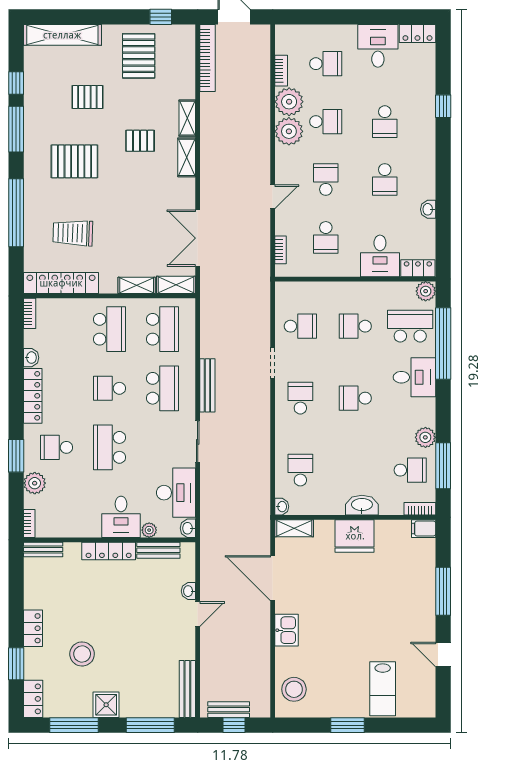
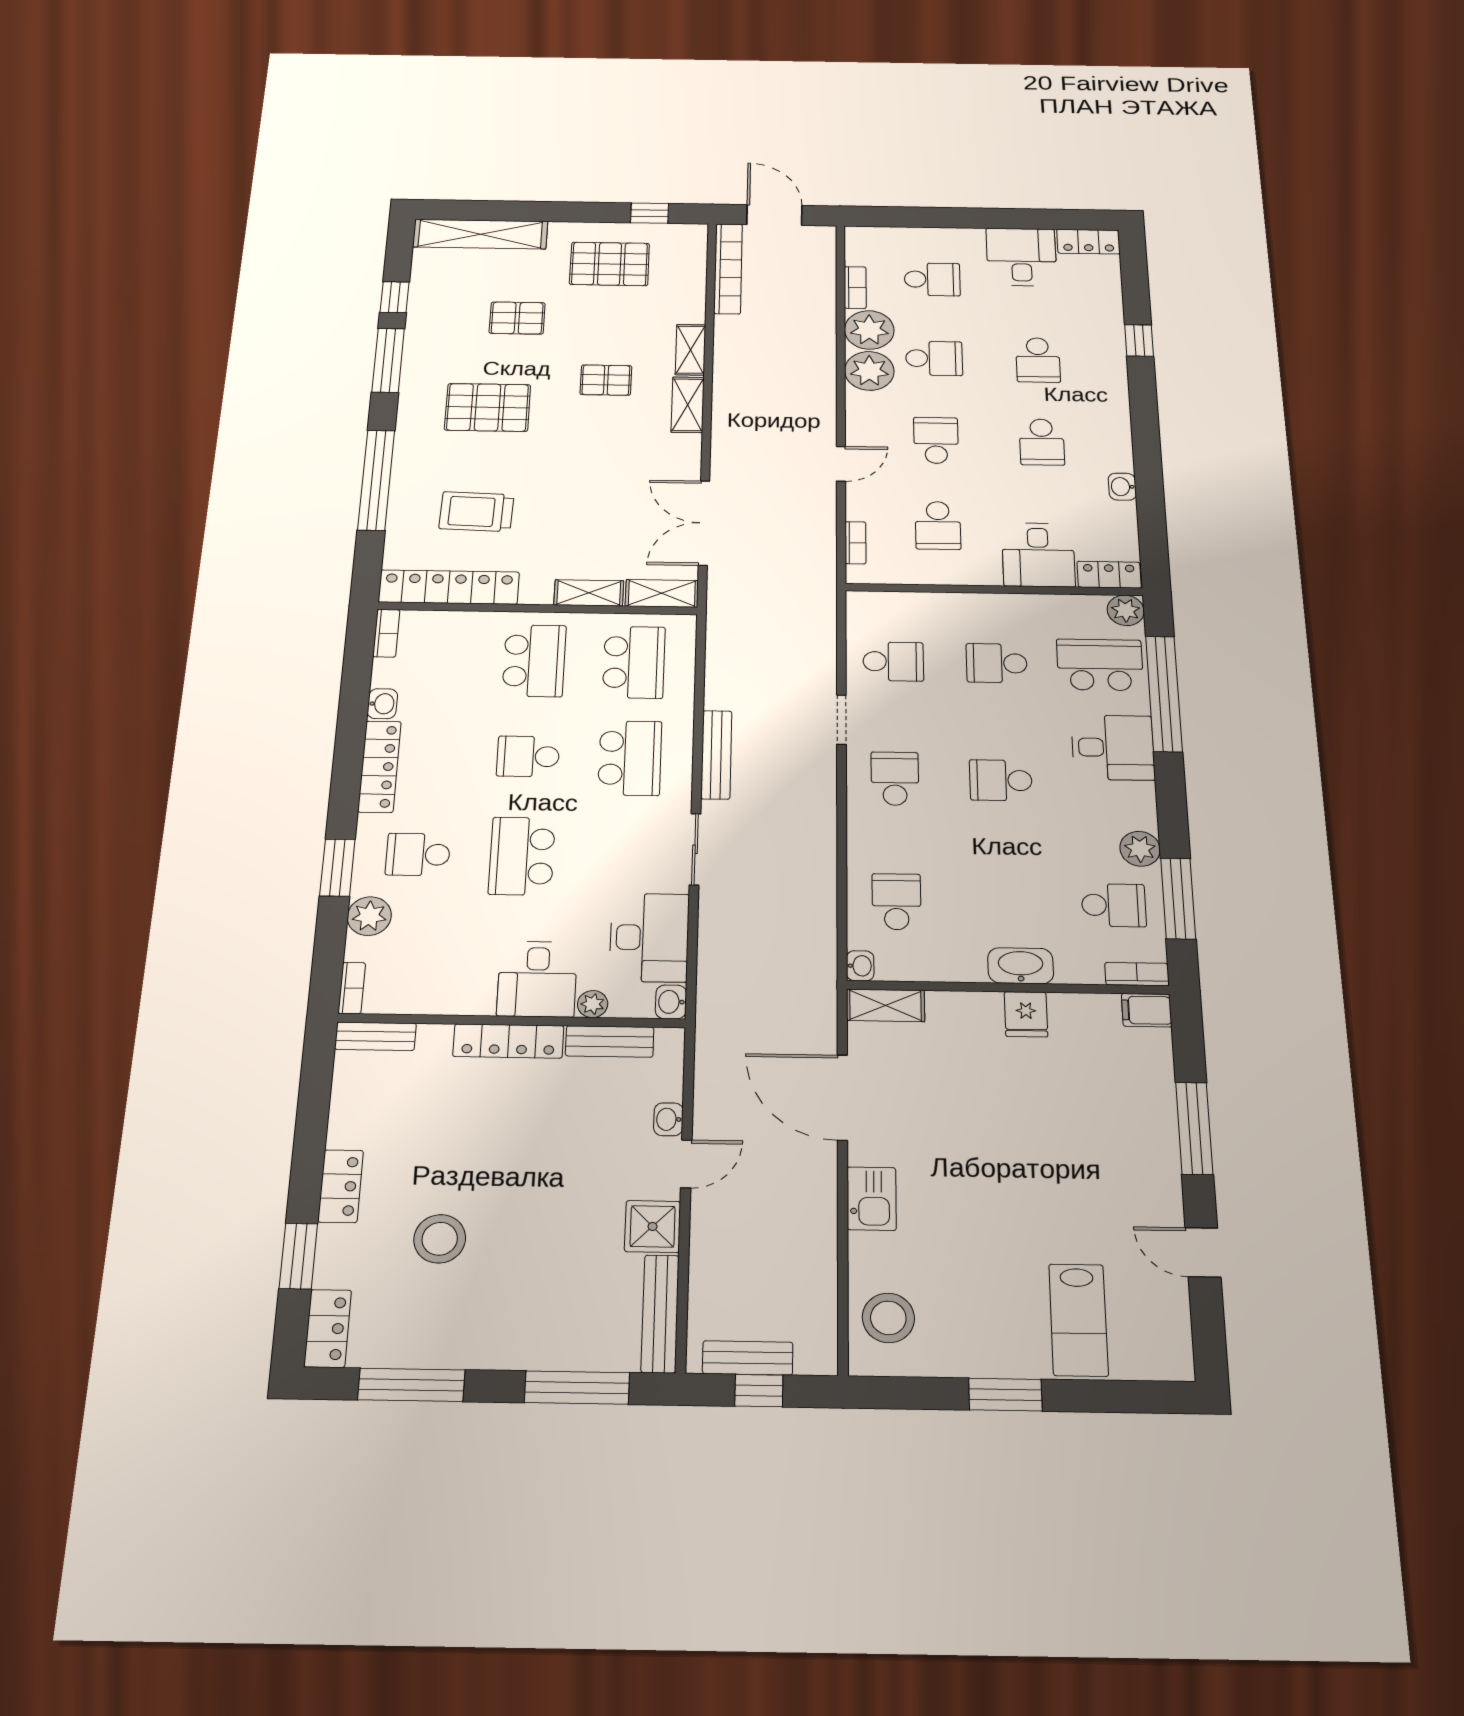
pallet: (139, 56) -> (609, 264), turned 90
fridge: (355, 536) -> (1026, 1014), width x0.53, depth x0.75
shower: (106, 705) -> (653, 1226), moved

